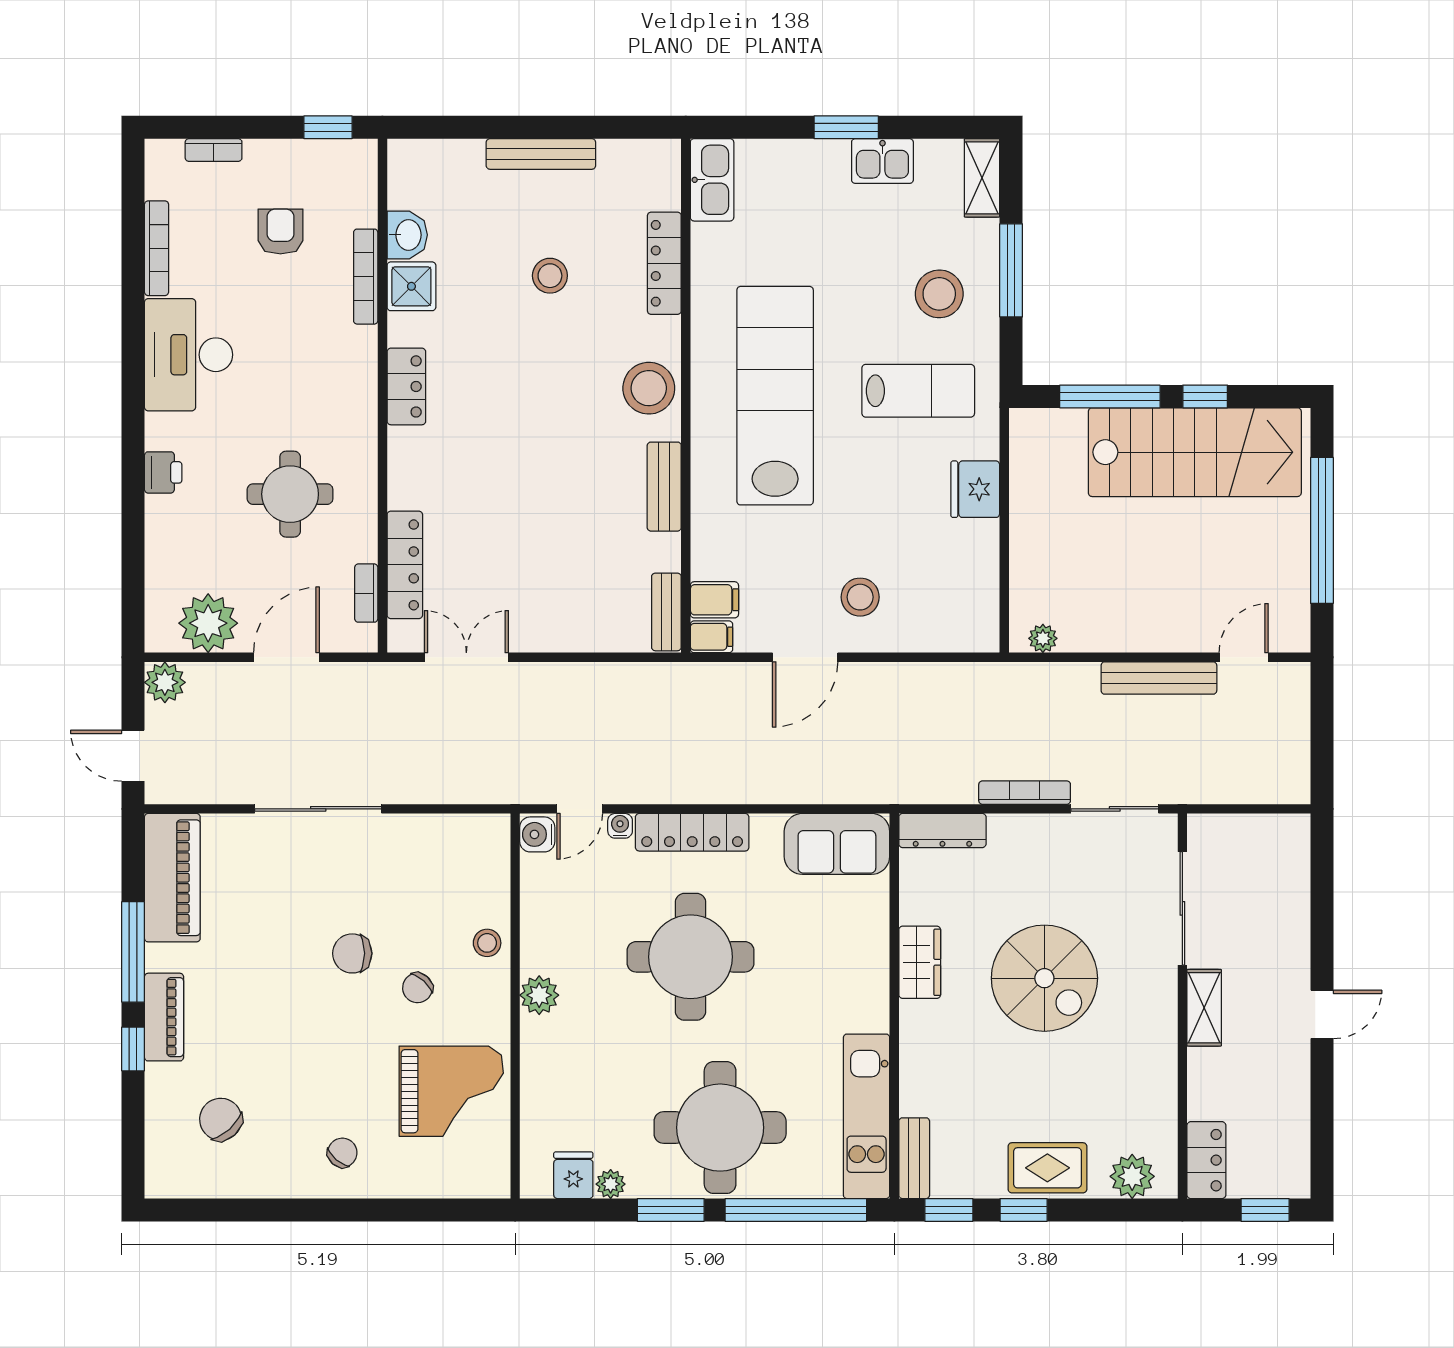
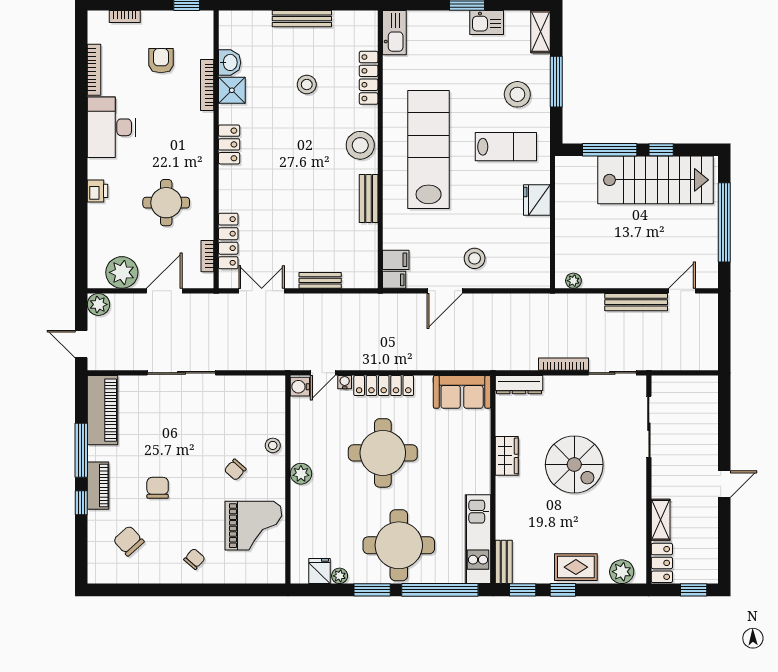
bench: (666, 612) -> (320, 280), moved, turned 90
chair: (352, 953) -> (158, 488), moved, turned 90
shelving: (1204, 1008) -> (661, 520), moved

